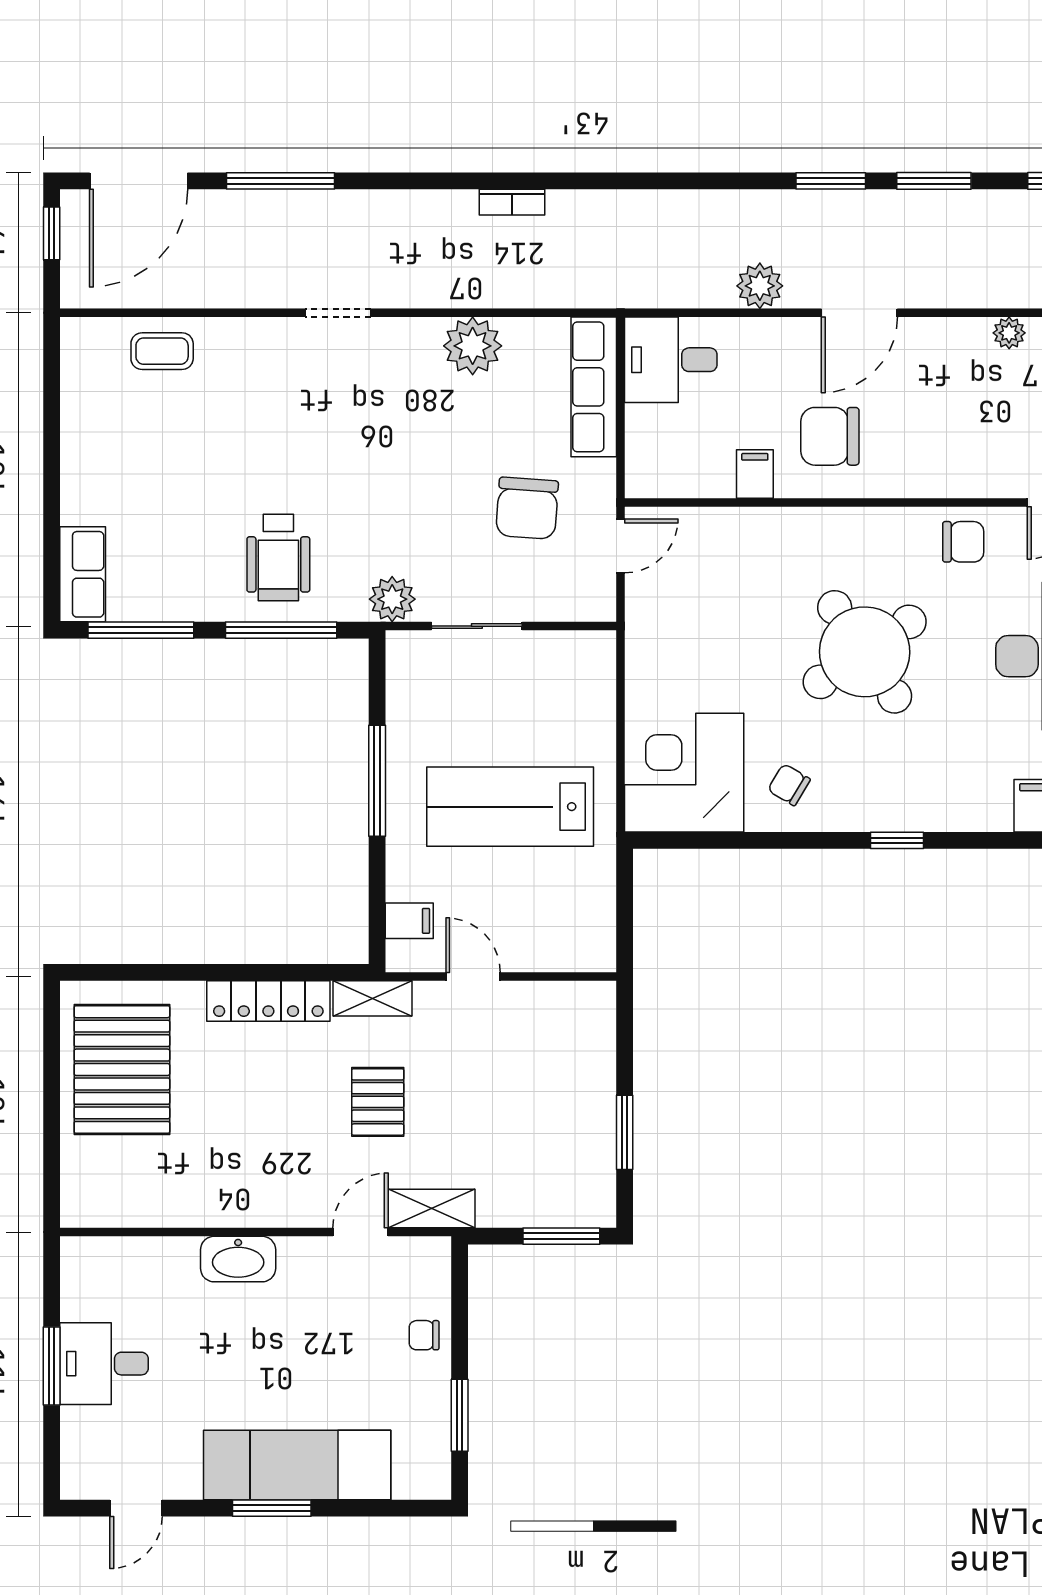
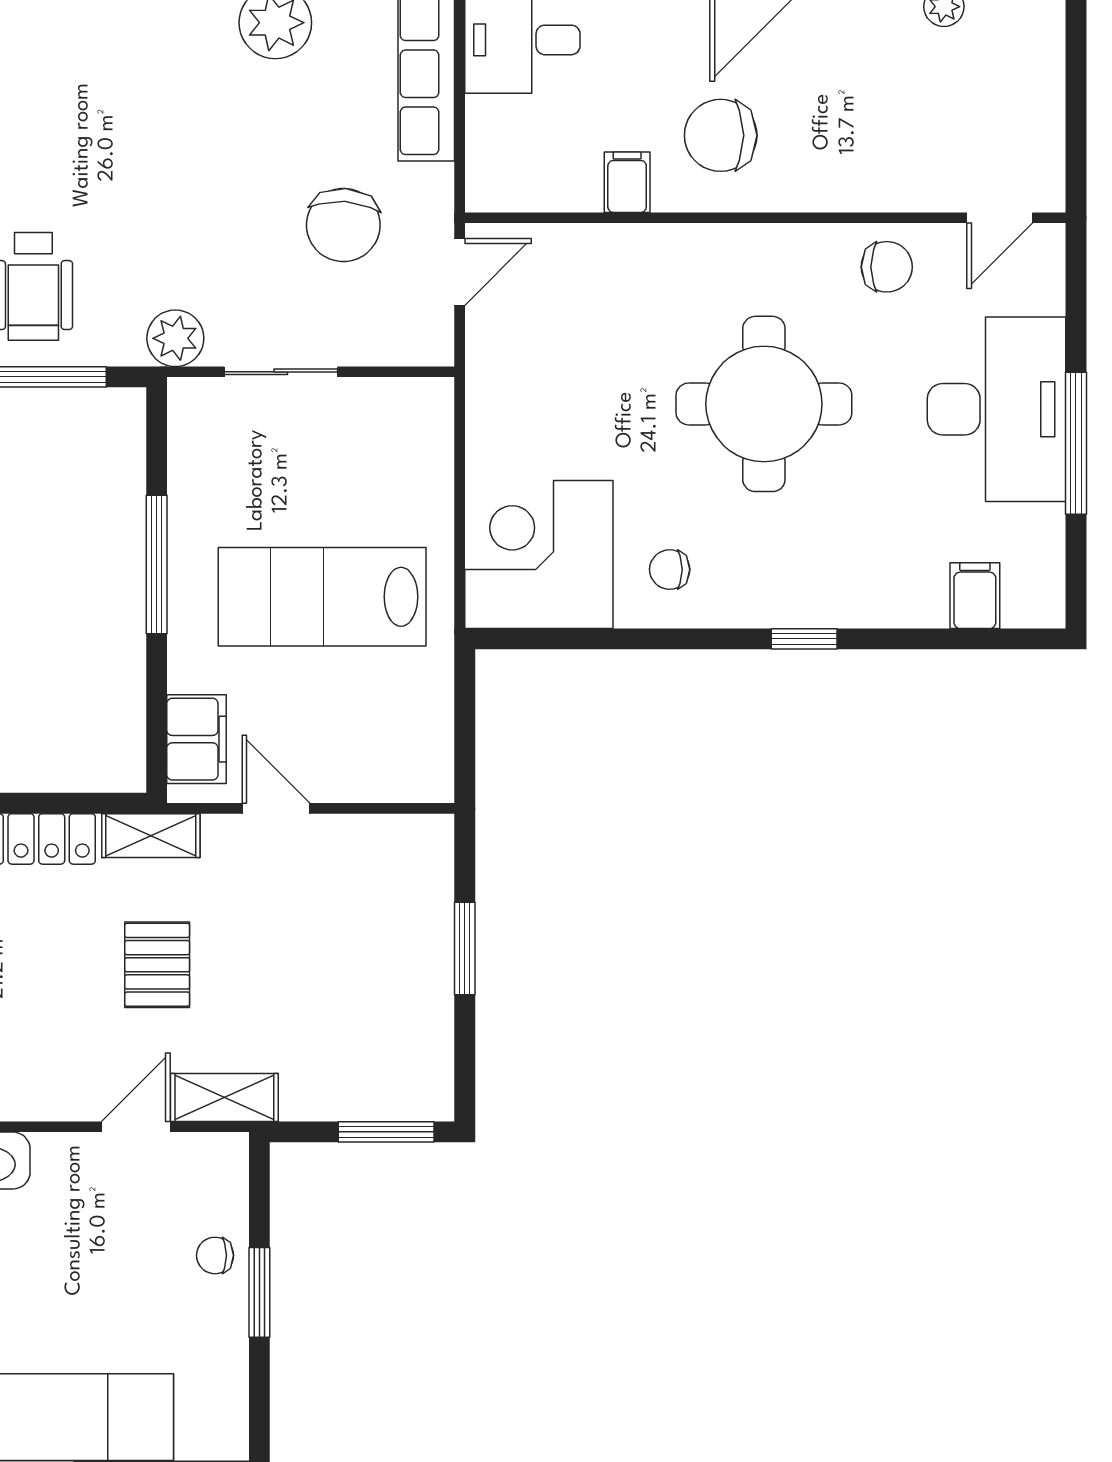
round table: (865, 652) -> (764, 404), turned 34
chair: (789, 785) -> (670, 570), turned -31
filing cabinet: (409, 921) -> (197, 739), width x2.00
window: (625, 1132) -> (465, 948), moved
window: (460, 1415) -> (259, 1292), moved

